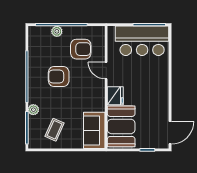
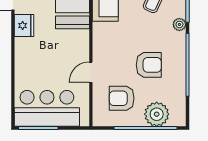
plant: (57, 31) -> (157, 114), width x1.87, depth x1.87
door: (106, 71) -> (91, 72), swing flipped
fridge: (115, 96) -> (24, 26), moved, turned 180

